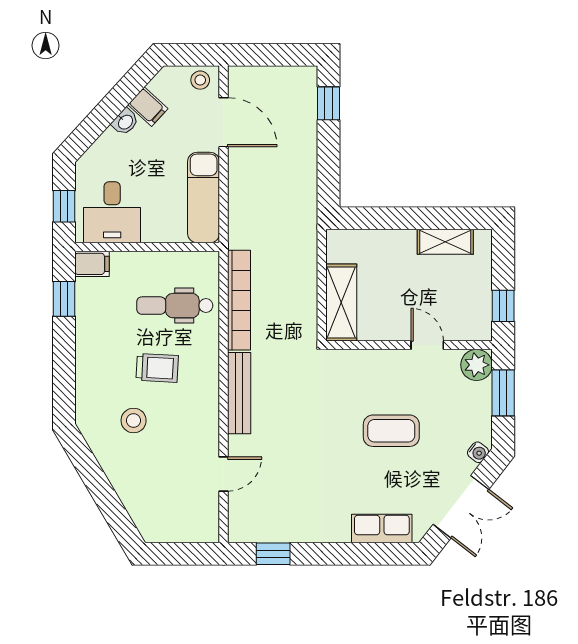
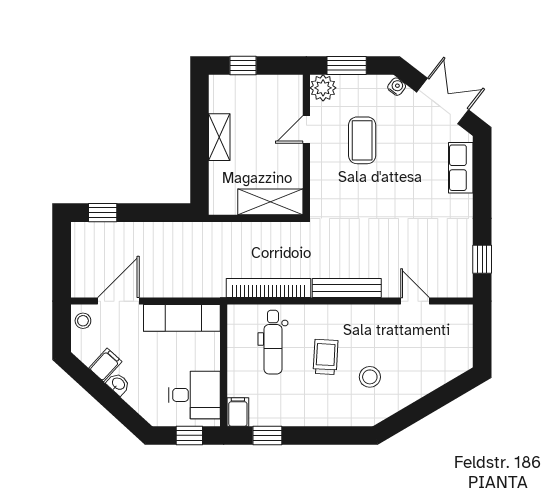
shelving: (445, 242) -> (219, 137), moved
window: (503, 306) -> (243, 65), moved
coffee table: (391, 431) -> (362, 140), moved

